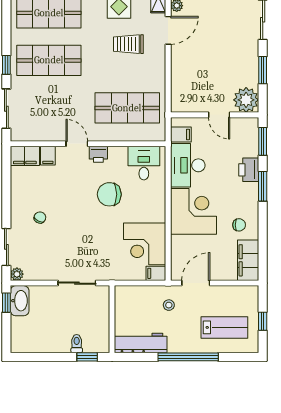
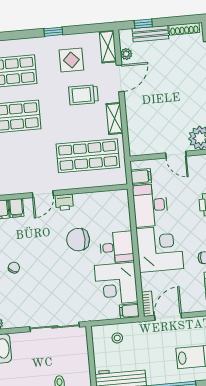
shelving: (158, 72) -> (114, 118), added
door: (77, 144) -> (43, 194), swing flipped
desk: (144, 163) -> (117, 247), moved, turned 90
bookcase: (176, 268) -> (148, 304), added
sliding door: (77, 283) -> (55, 327), width x1.37
stool: (169, 305) -> (117, 338), moved

